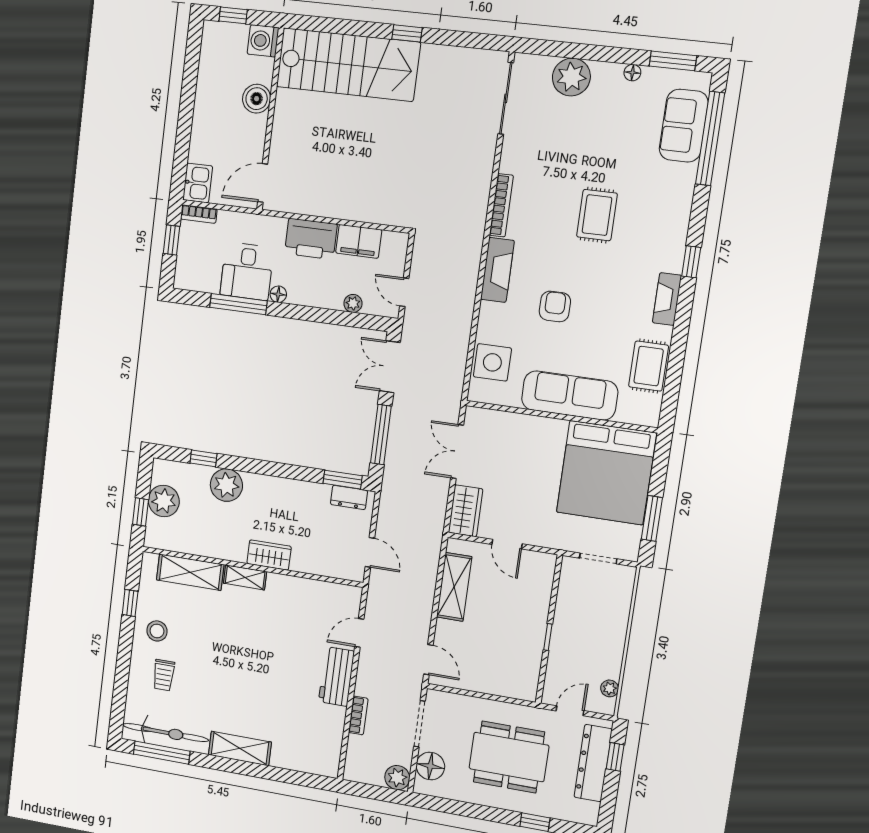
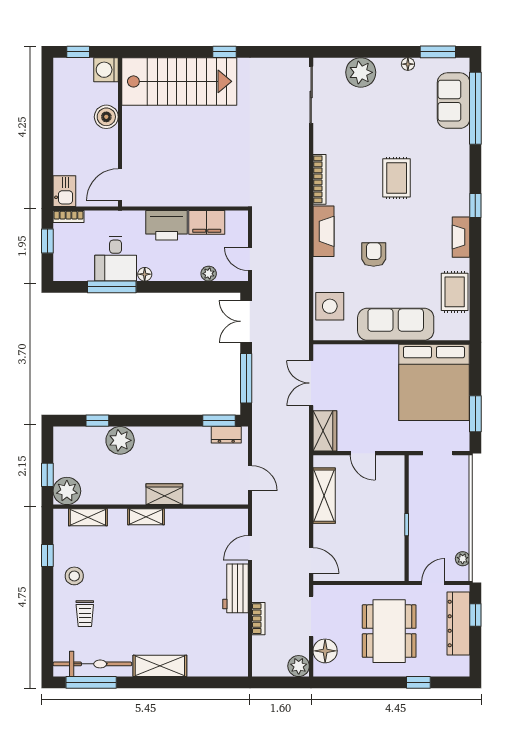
plant: (164, 501) -> (67, 491), moved
shelving: (190, 572) -> (88, 517), width x0.67, depth x0.75
dining table: (509, 757) -> (389, 631), turned 90

